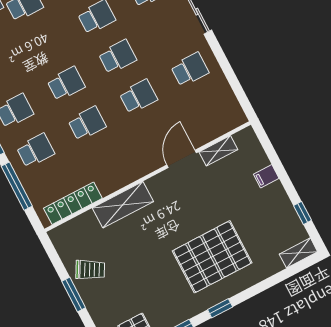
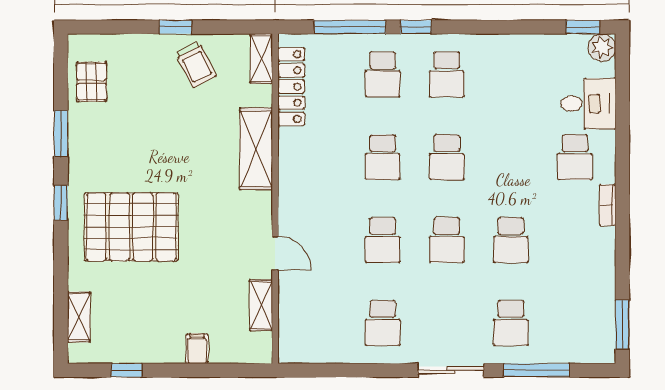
door: (182, 159) -> (275, 253), width x0.73
shelving: (65, 231) -> (261, 59), added
shelving: (298, 253) -> (79, 317), moved
pallet: (212, 257) -> (131, 227), turned 90
trolley: (90, 270) -> (196, 64), turned -56
window: (74, 295) -> (175, 27), width x0.67

